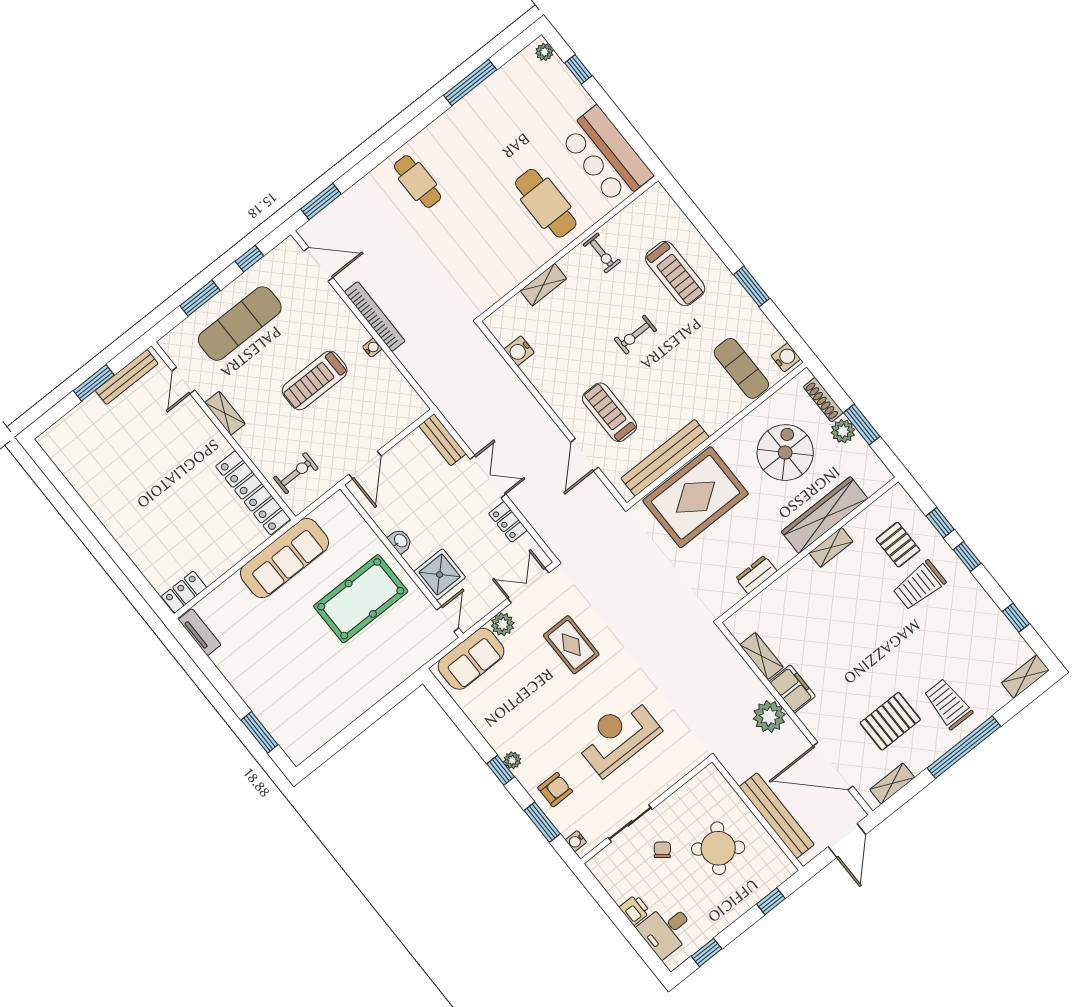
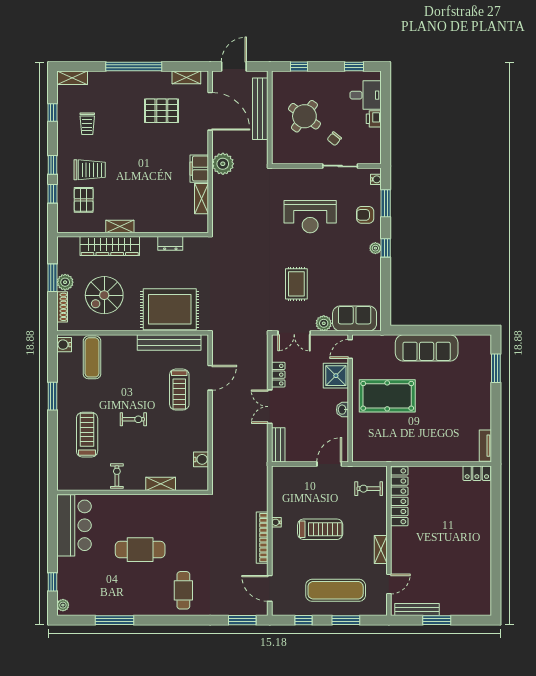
cafe table: (546, 203) -> (140, 550), moved, turned 90
sofa: (284, 558) -> (427, 348), moved, turned 180
trolley: (948, 704) -> (87, 124), moved, width x0.73, depth x0.72

